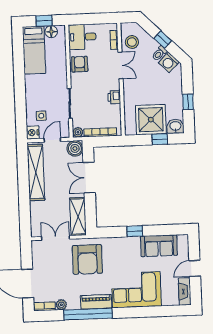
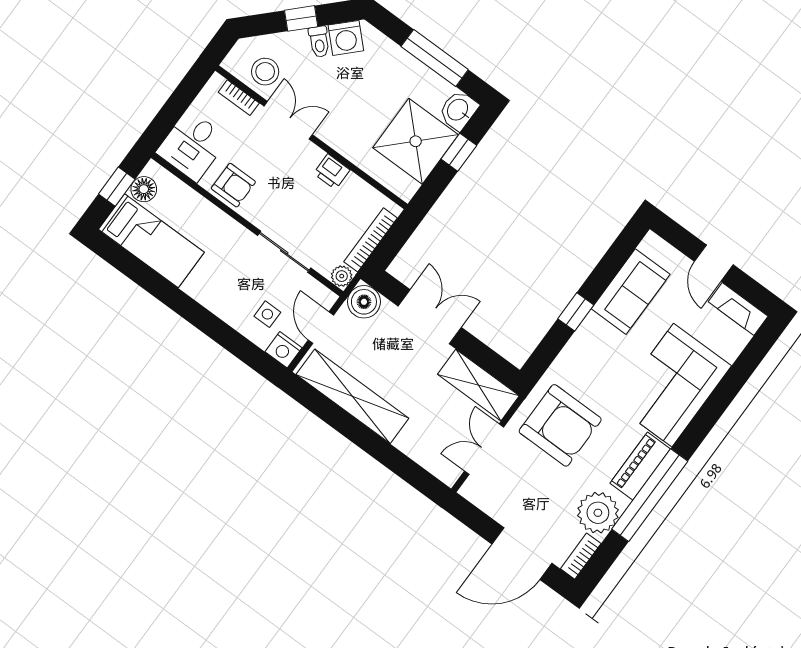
armchair: (80, 64) -> (233, 185), turned 180
window: (188, 102) -> (435, 58), width x2.17
double door: (89, 178) -> (430, 317), swing flipped
plant: (61, 305) -> (598, 513), width x1.88, depth x1.88

